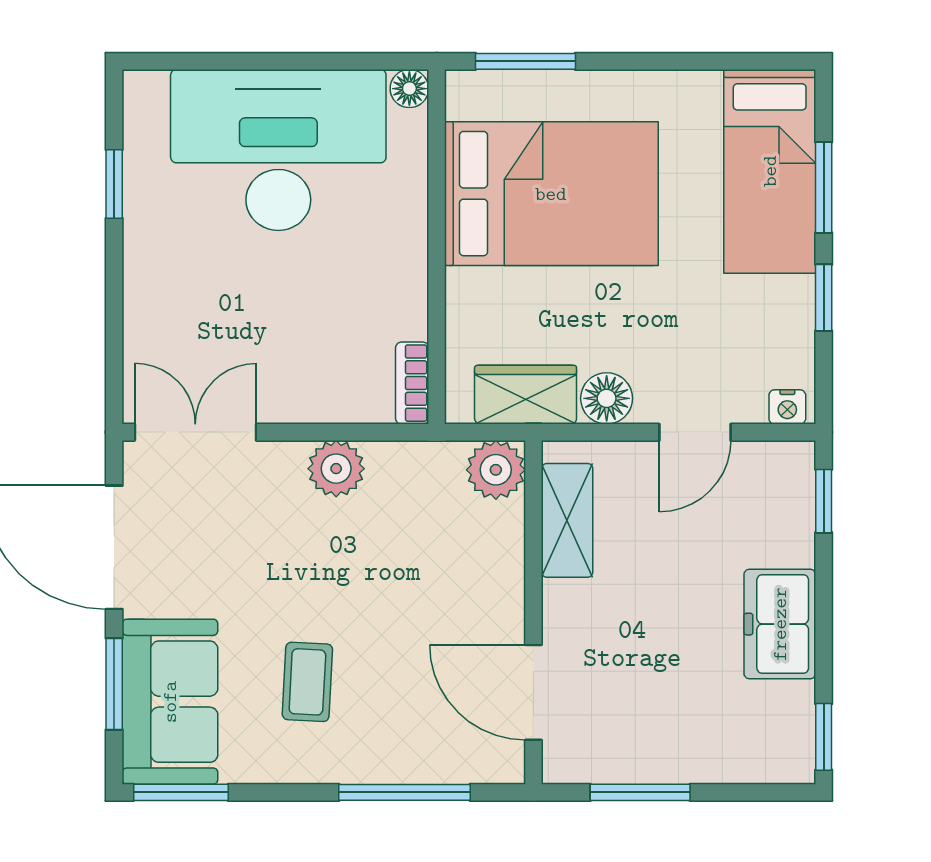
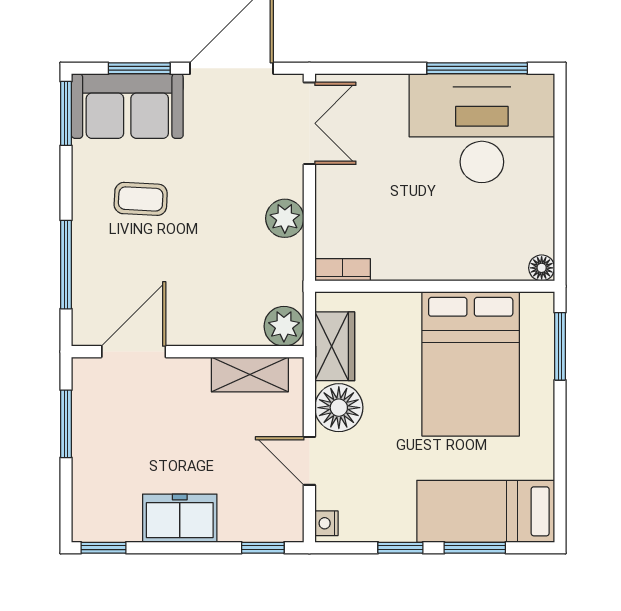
desk: (278, 150) -> (482, 128), moved, turned -90
window: (114, 184) -> (477, 68), width x2.17
floor lamp: (607, 398) -> (339, 408), width x1.38, depth x1.38

